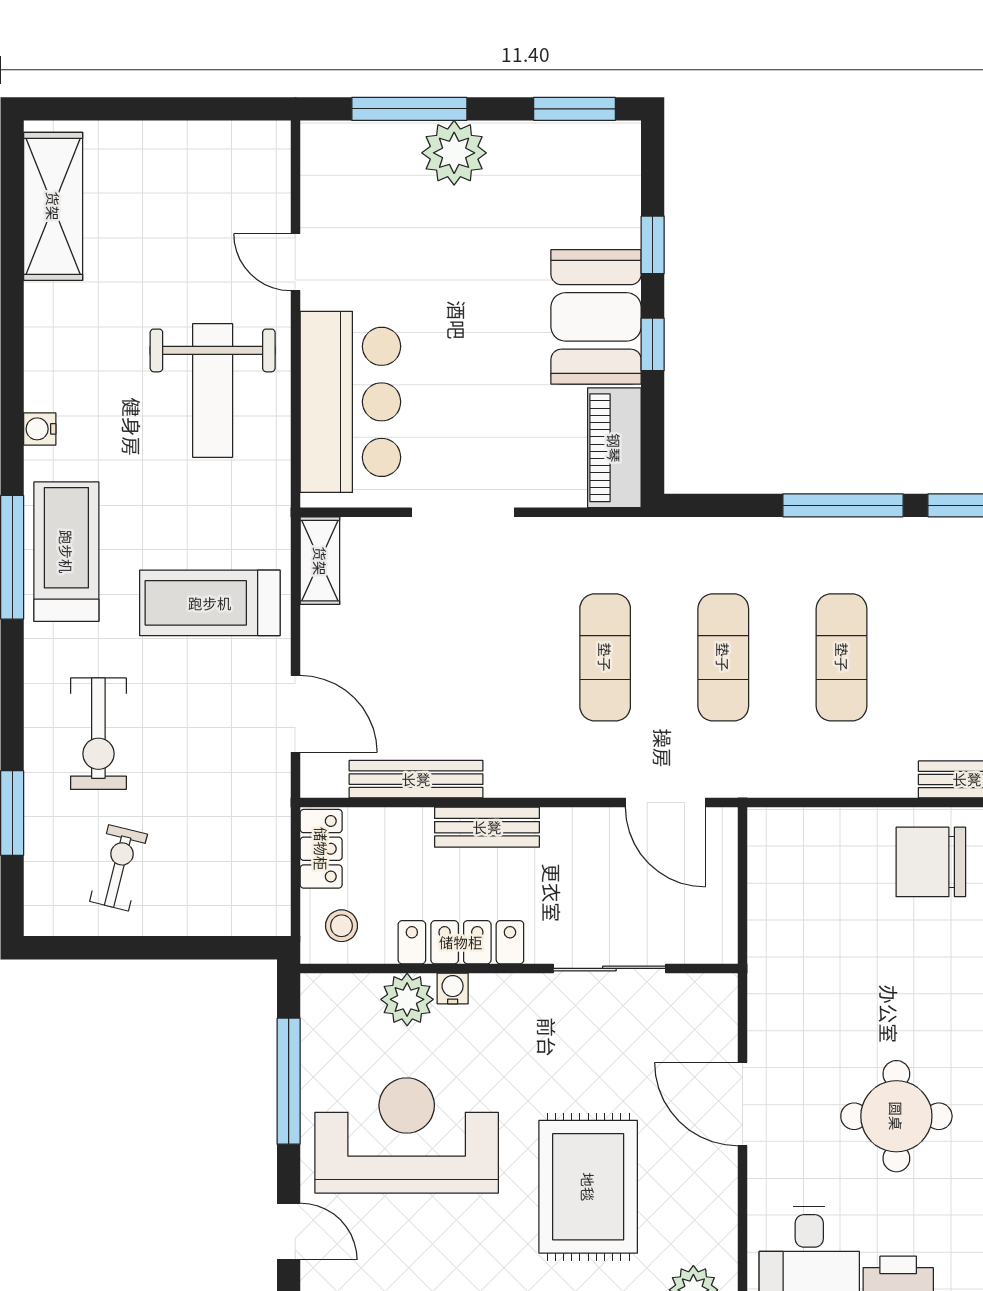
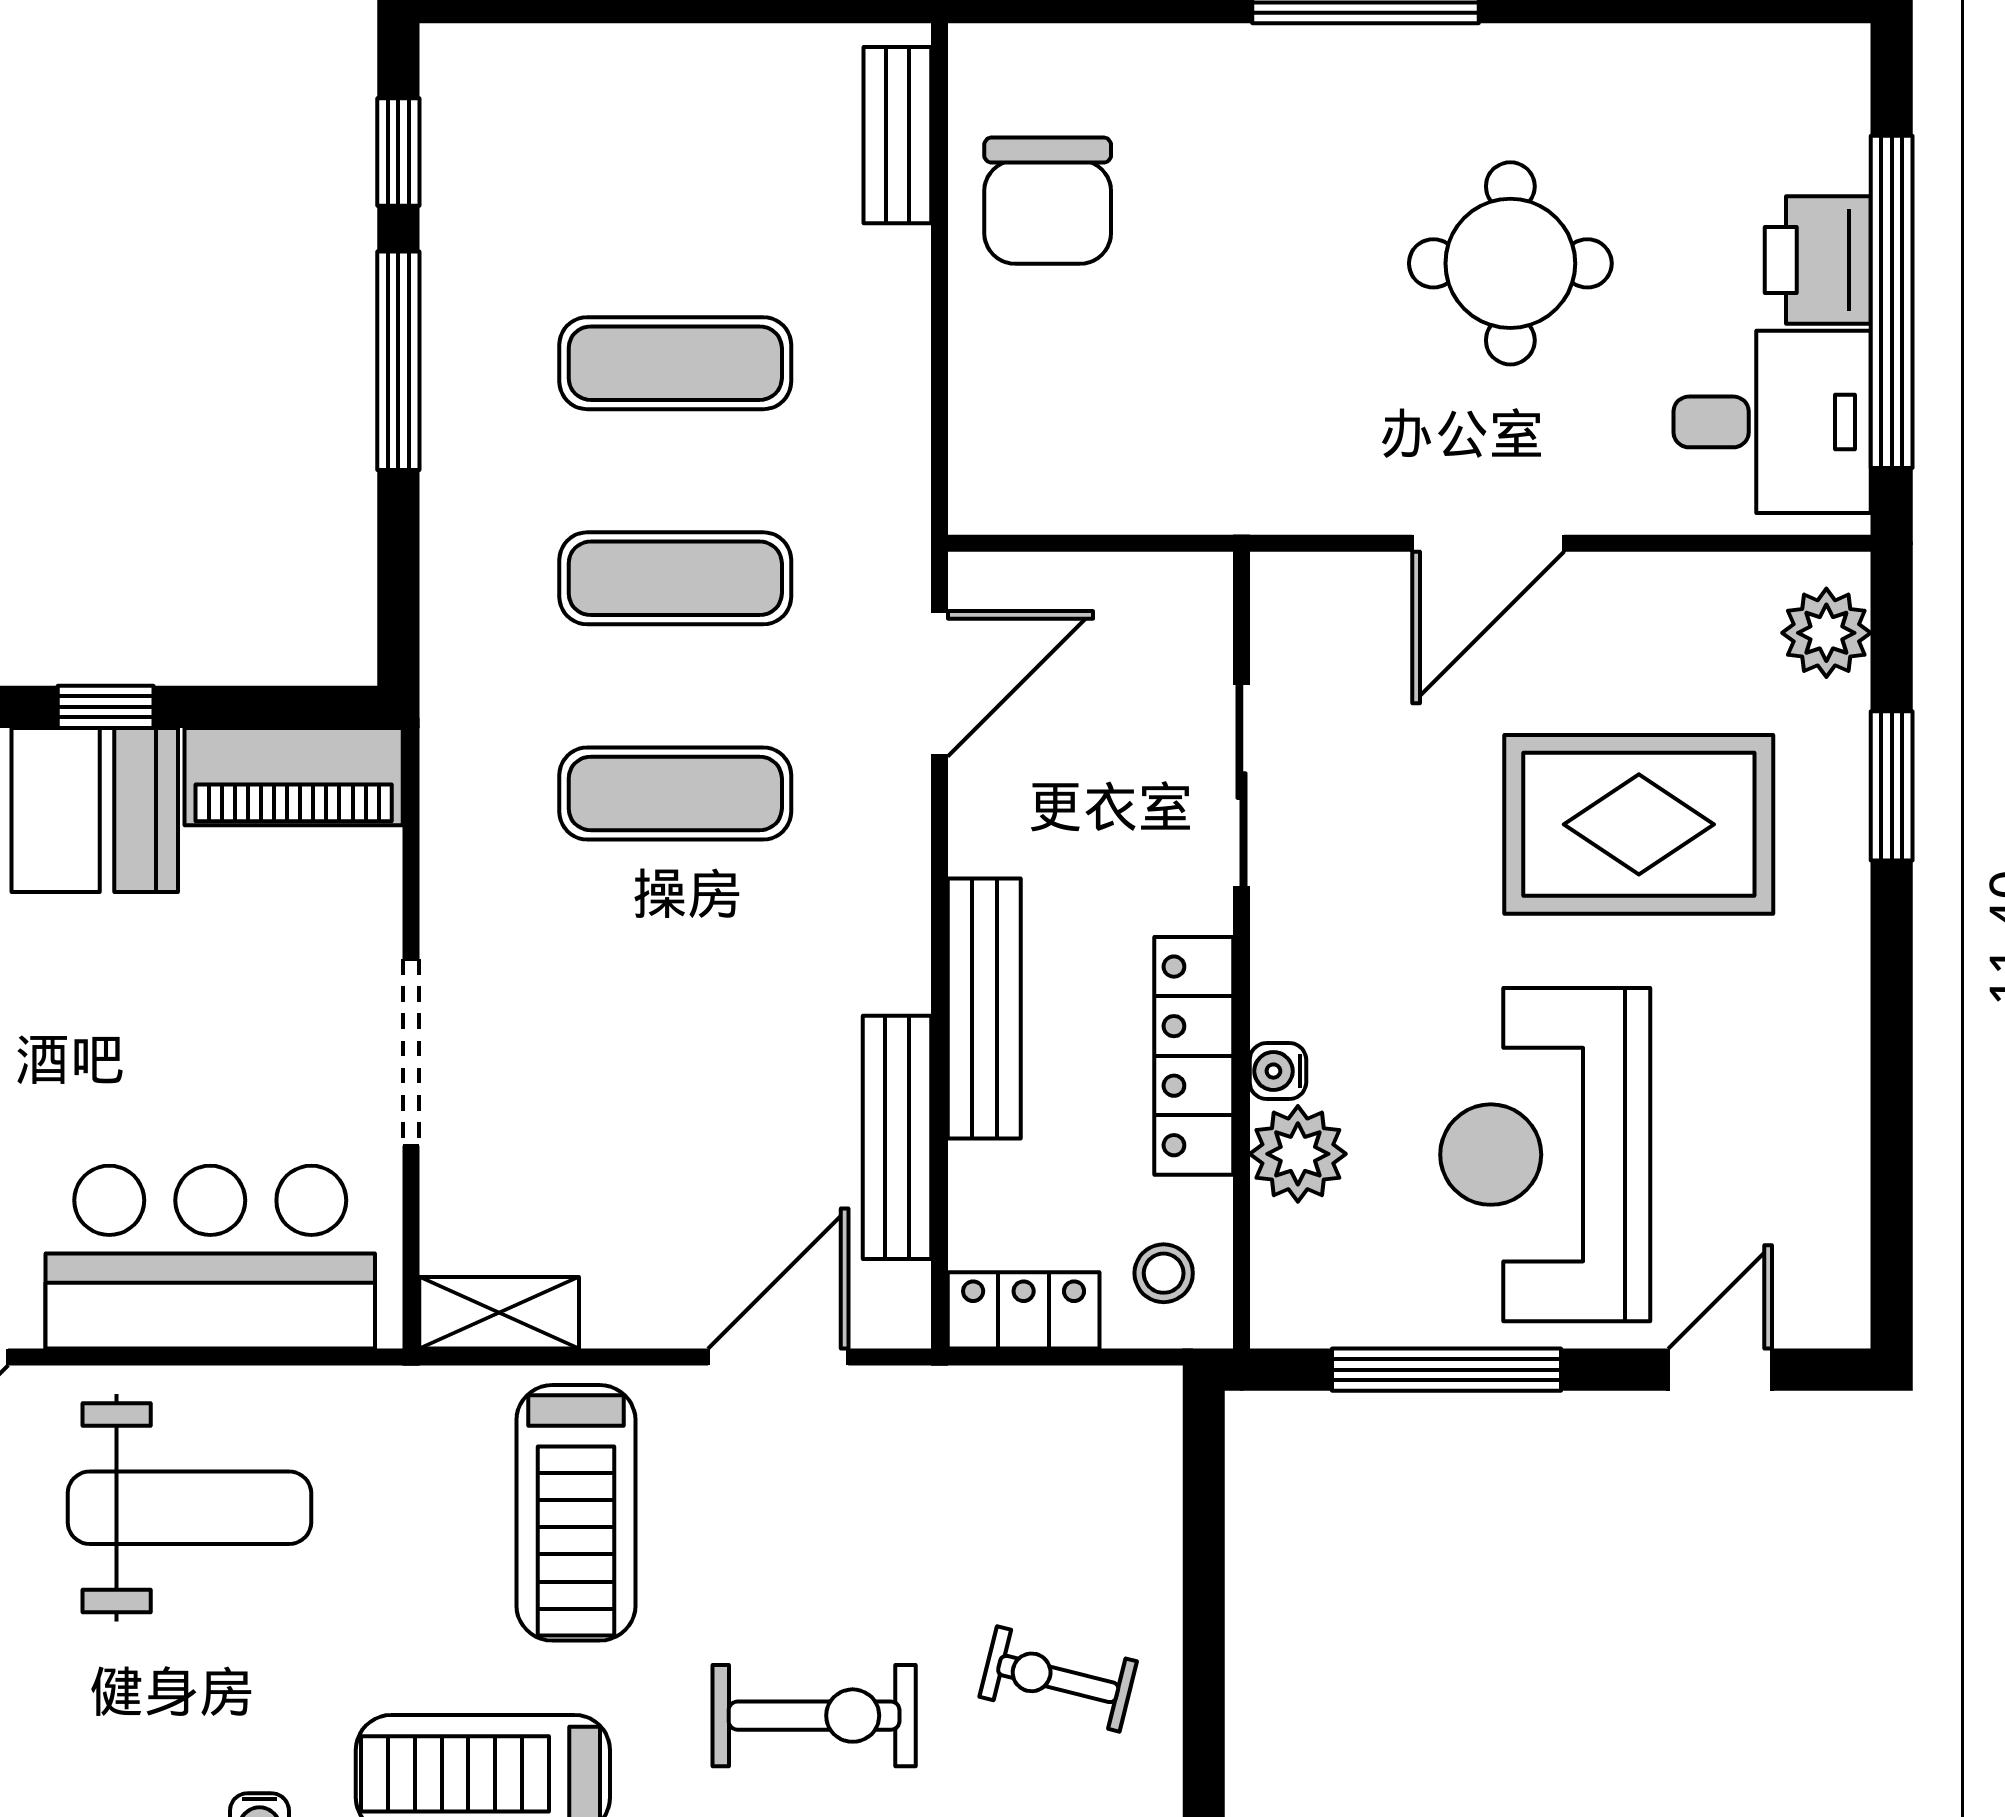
bench: (487, 827) -> (984, 1008), width x1.36

